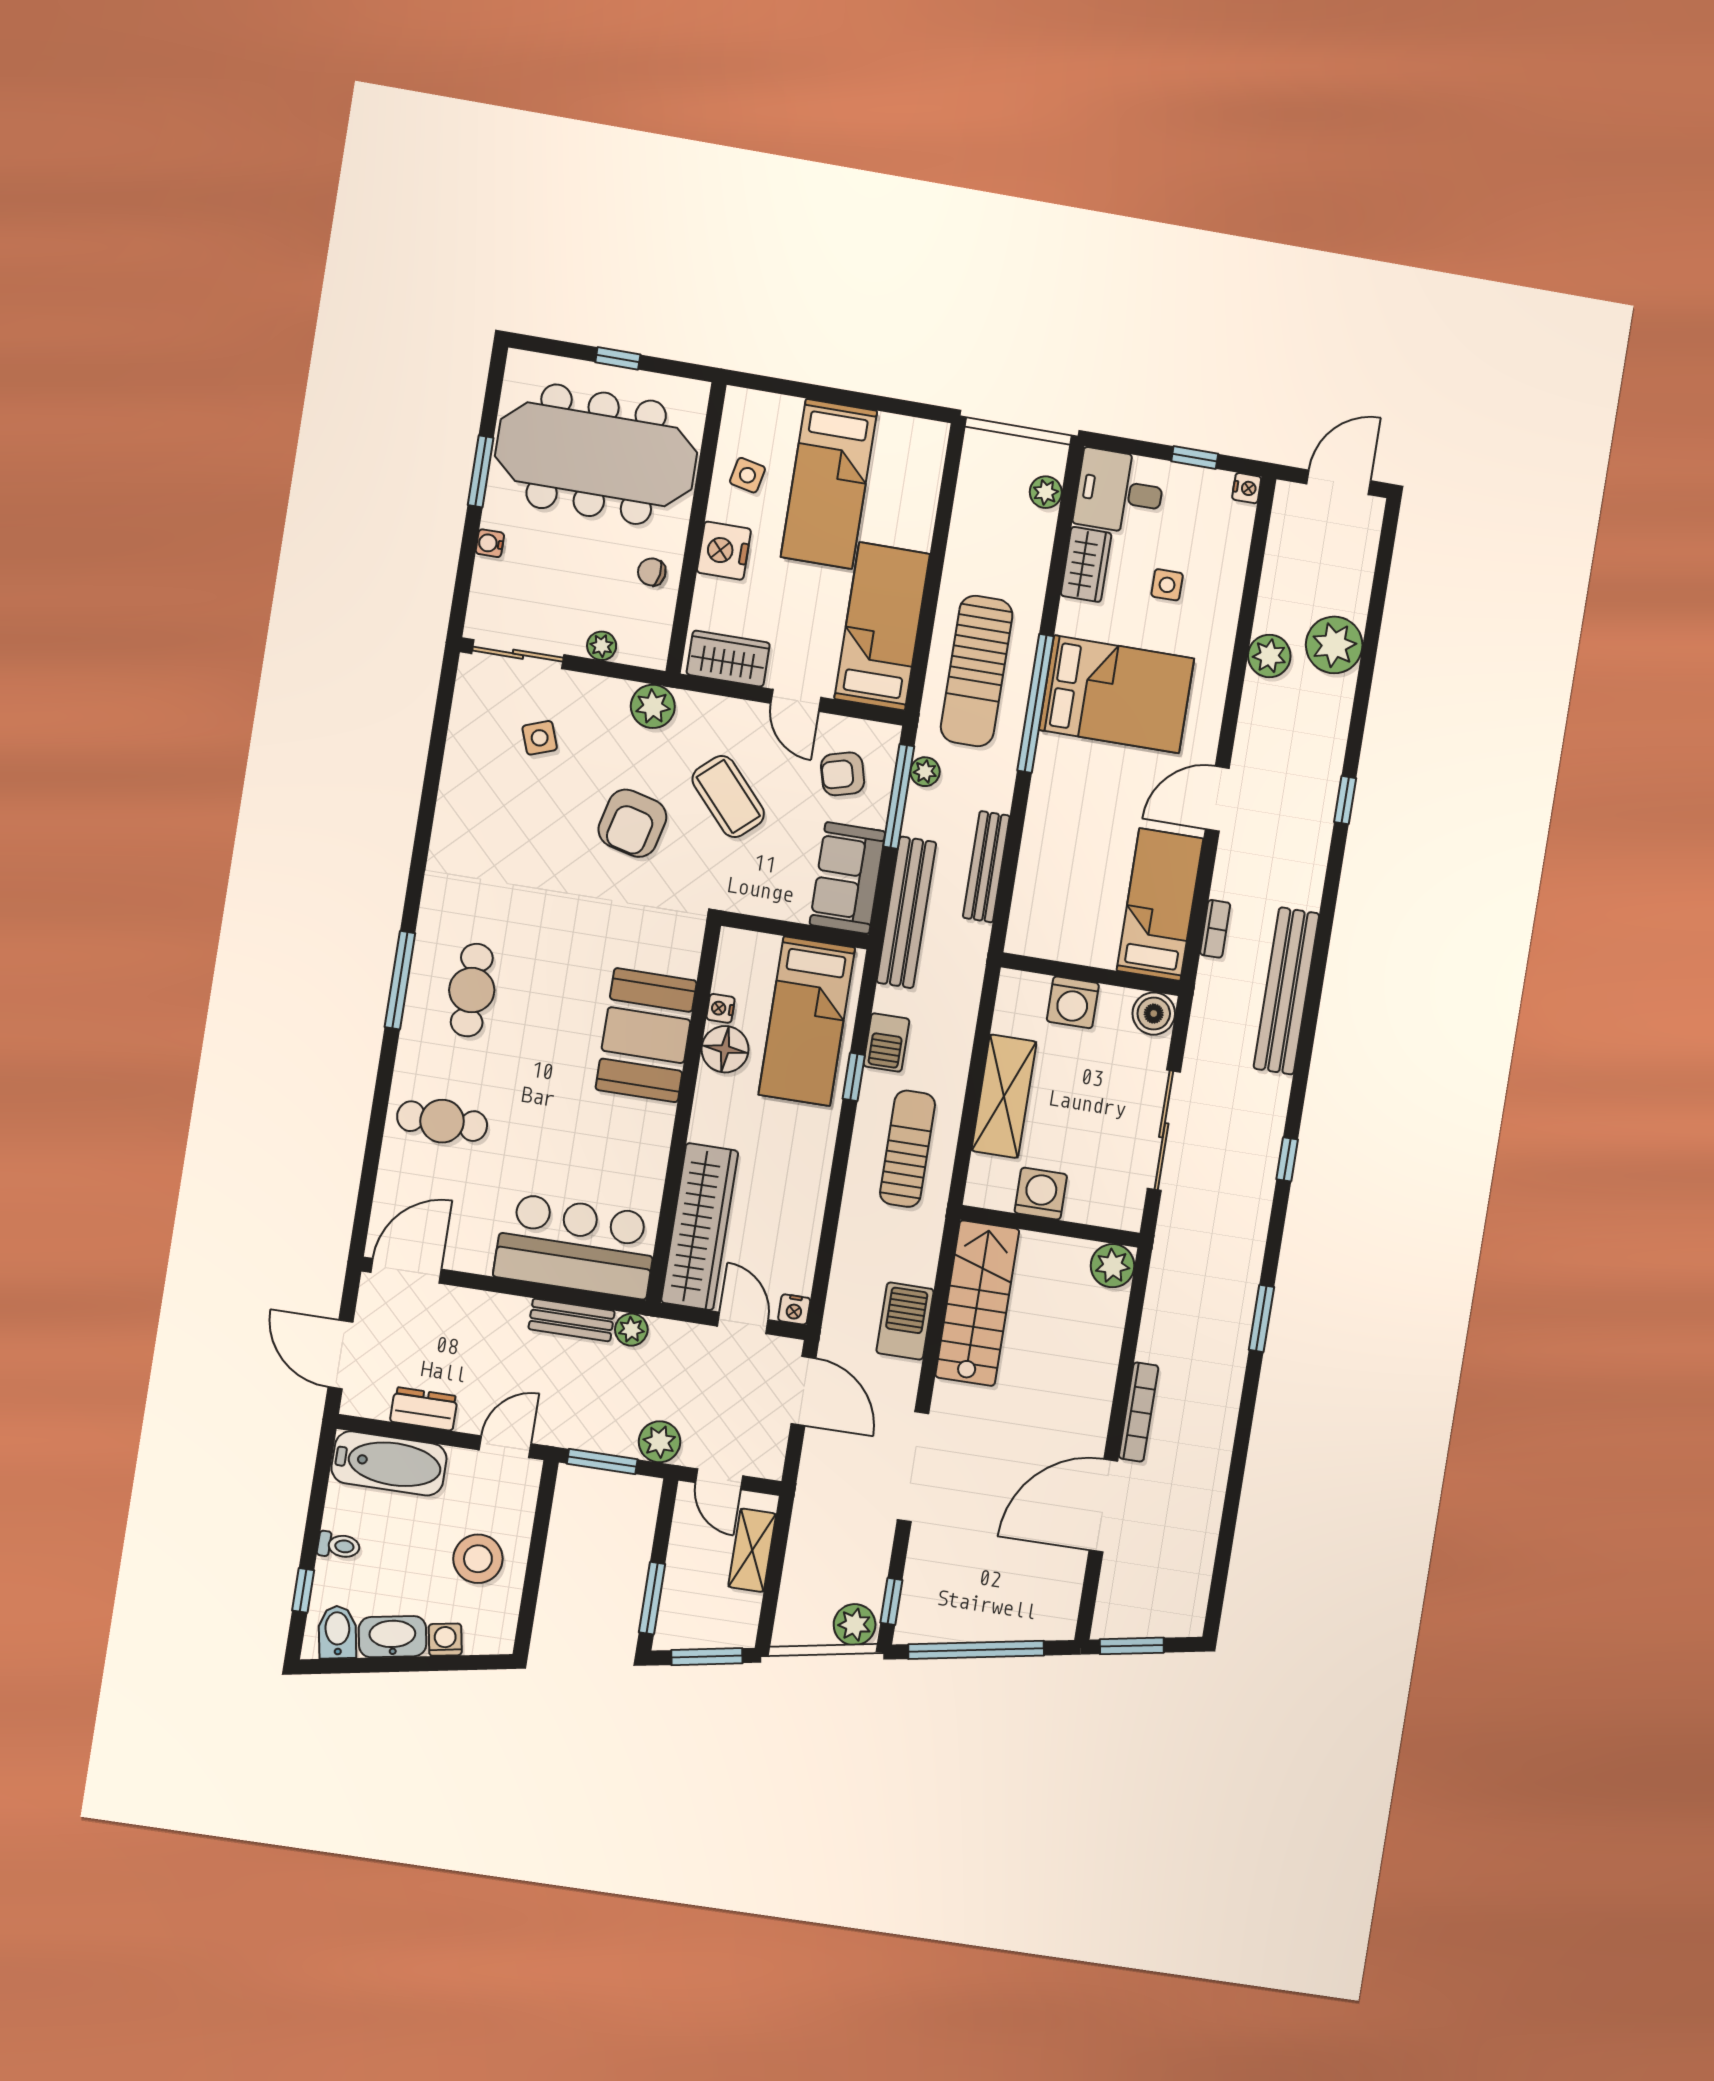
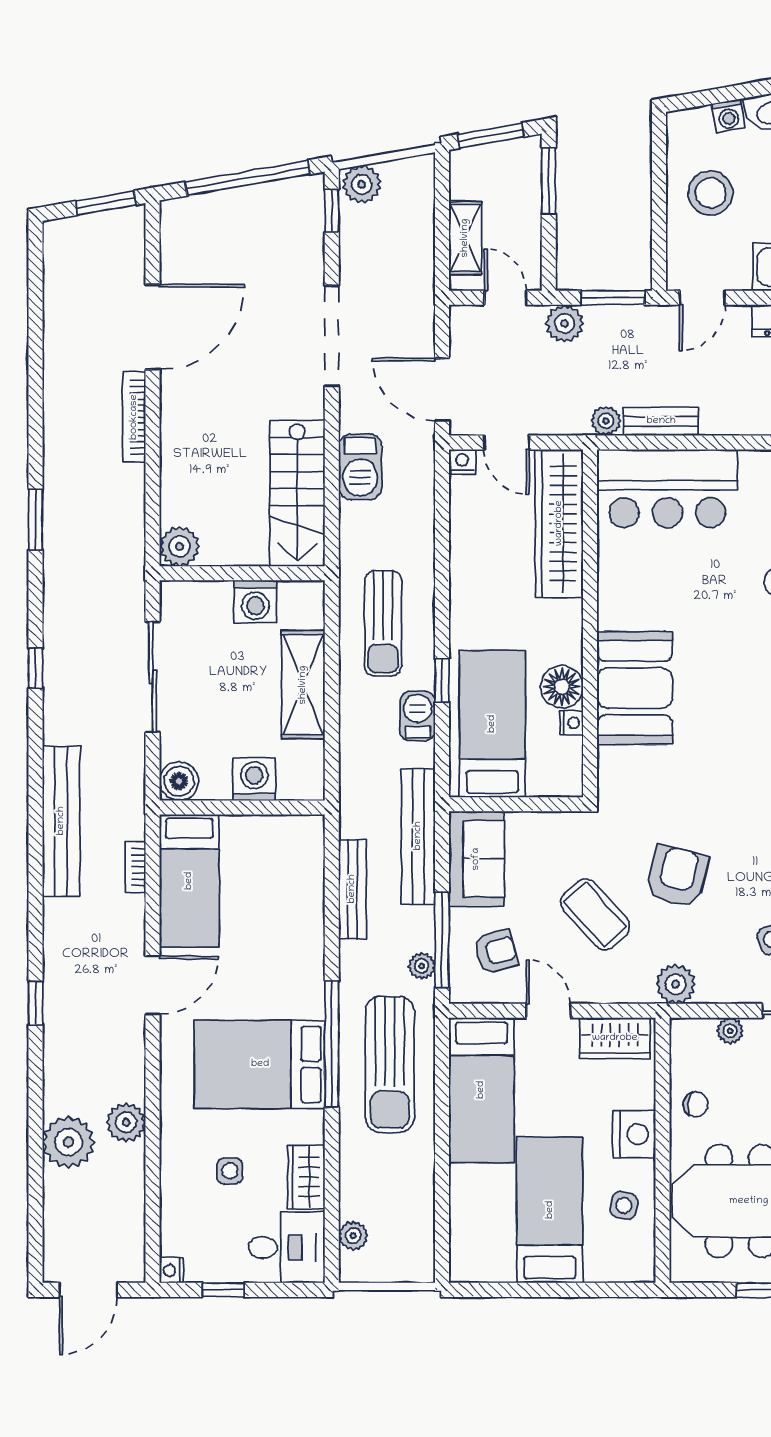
sun lounger: (977, 671) -> (390, 1064), turned 180

